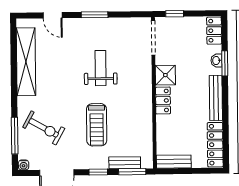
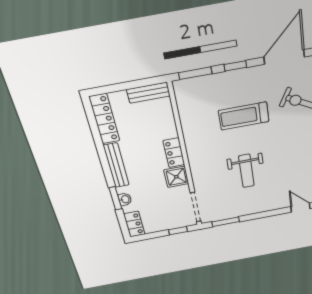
window: (95, 15) -> (226, 222), moved
treadmill: (97, 125) -> (244, 116), turned -90
bench: (125, 163) -> (206, 81), removed

